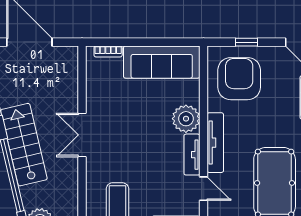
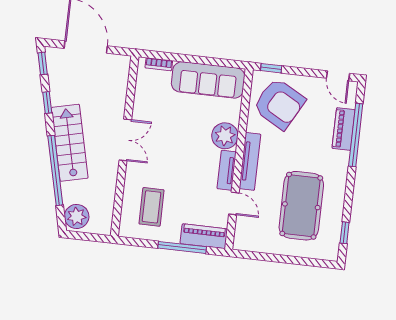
window: (247, 42) -> (271, 68), moved
armchair: (239, 79) -> (279, 104), turned 119
double door: (82, 135) -> (125, 140), swing flipped

